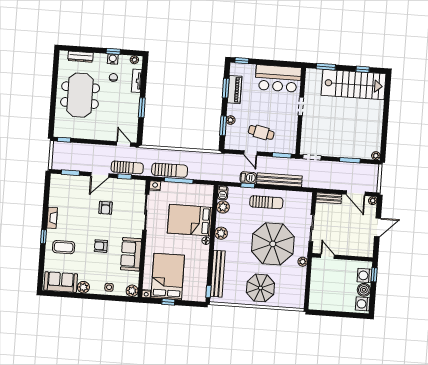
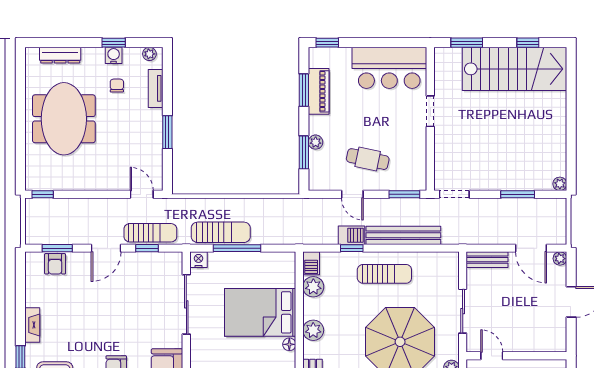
armchair: (106, 208) -> (55, 264), moved

